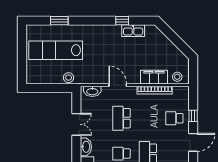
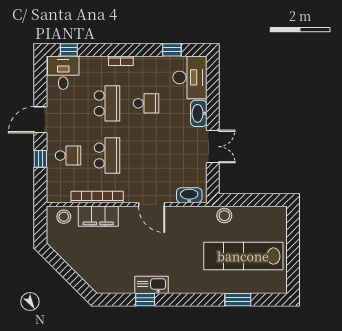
kitchen sink: (133, 31) -> (151, 285), moved
lab bench: (56, 50) -> (243, 256), turned 180
school desk: (122, 118) -> (107, 156), moved
double door: (76, 124) -> (213, 147), swing flipped

